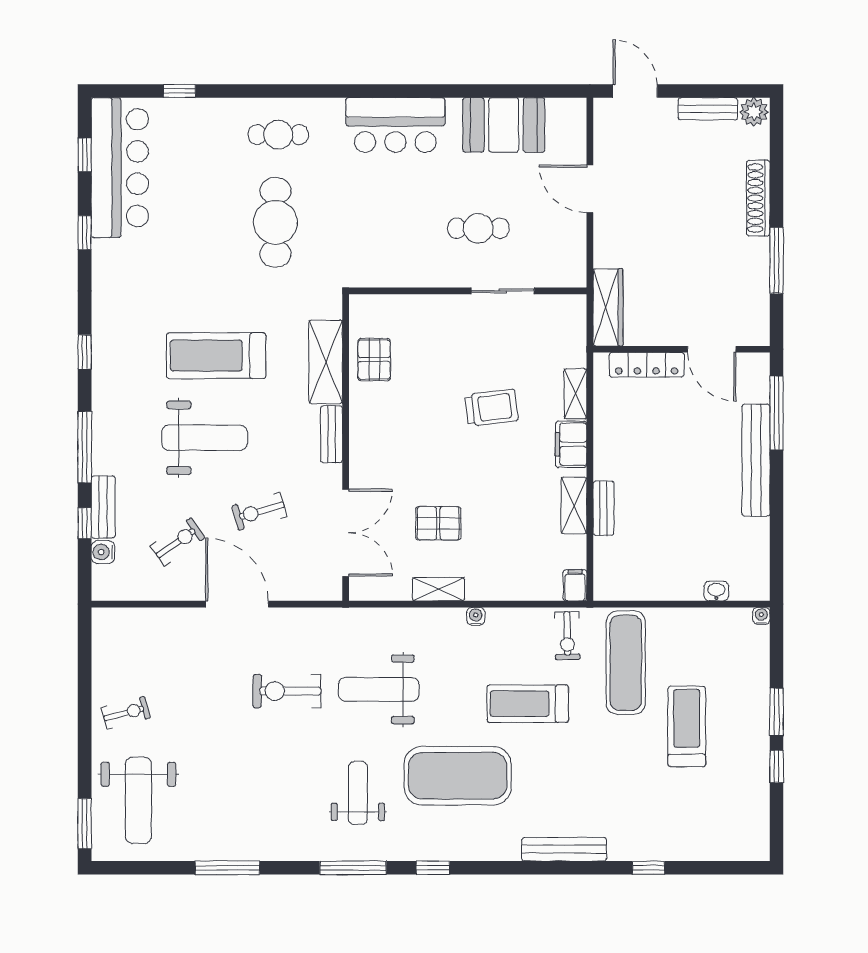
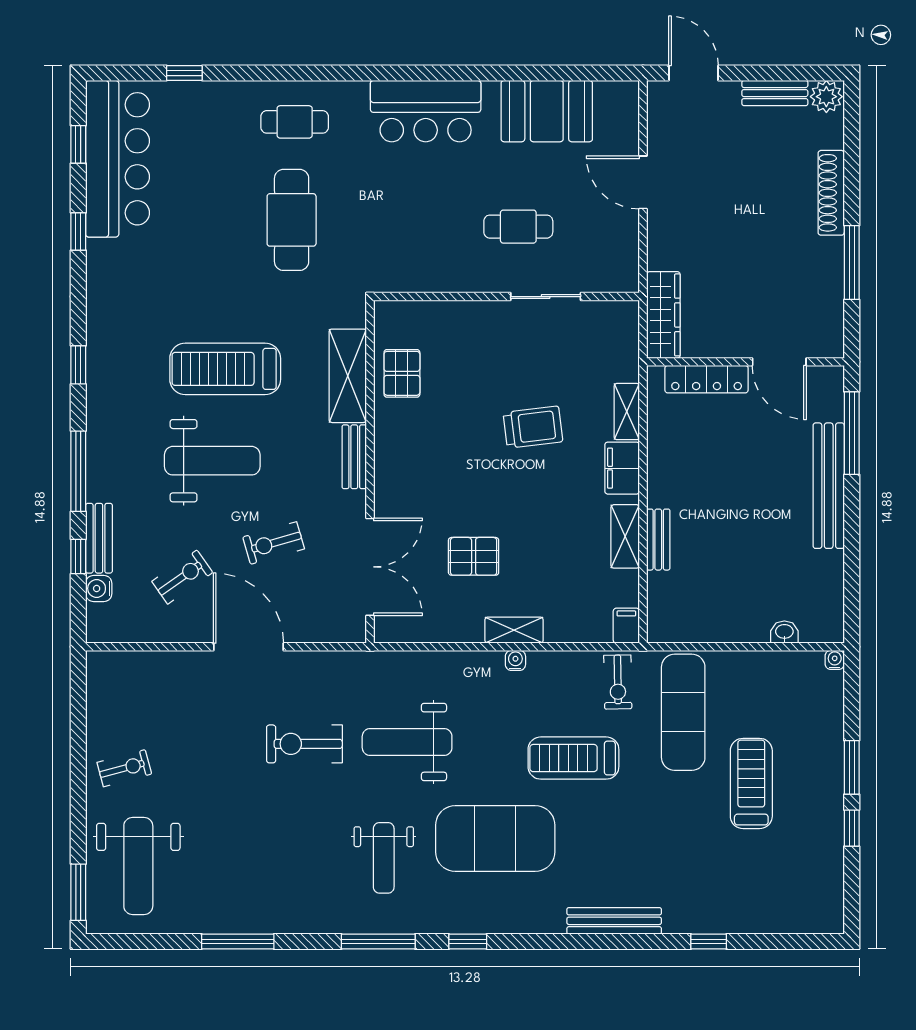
shelving: (438, 589) -> (514, 630), moved
weight bench: (358, 793) -> (384, 858), turned 180

